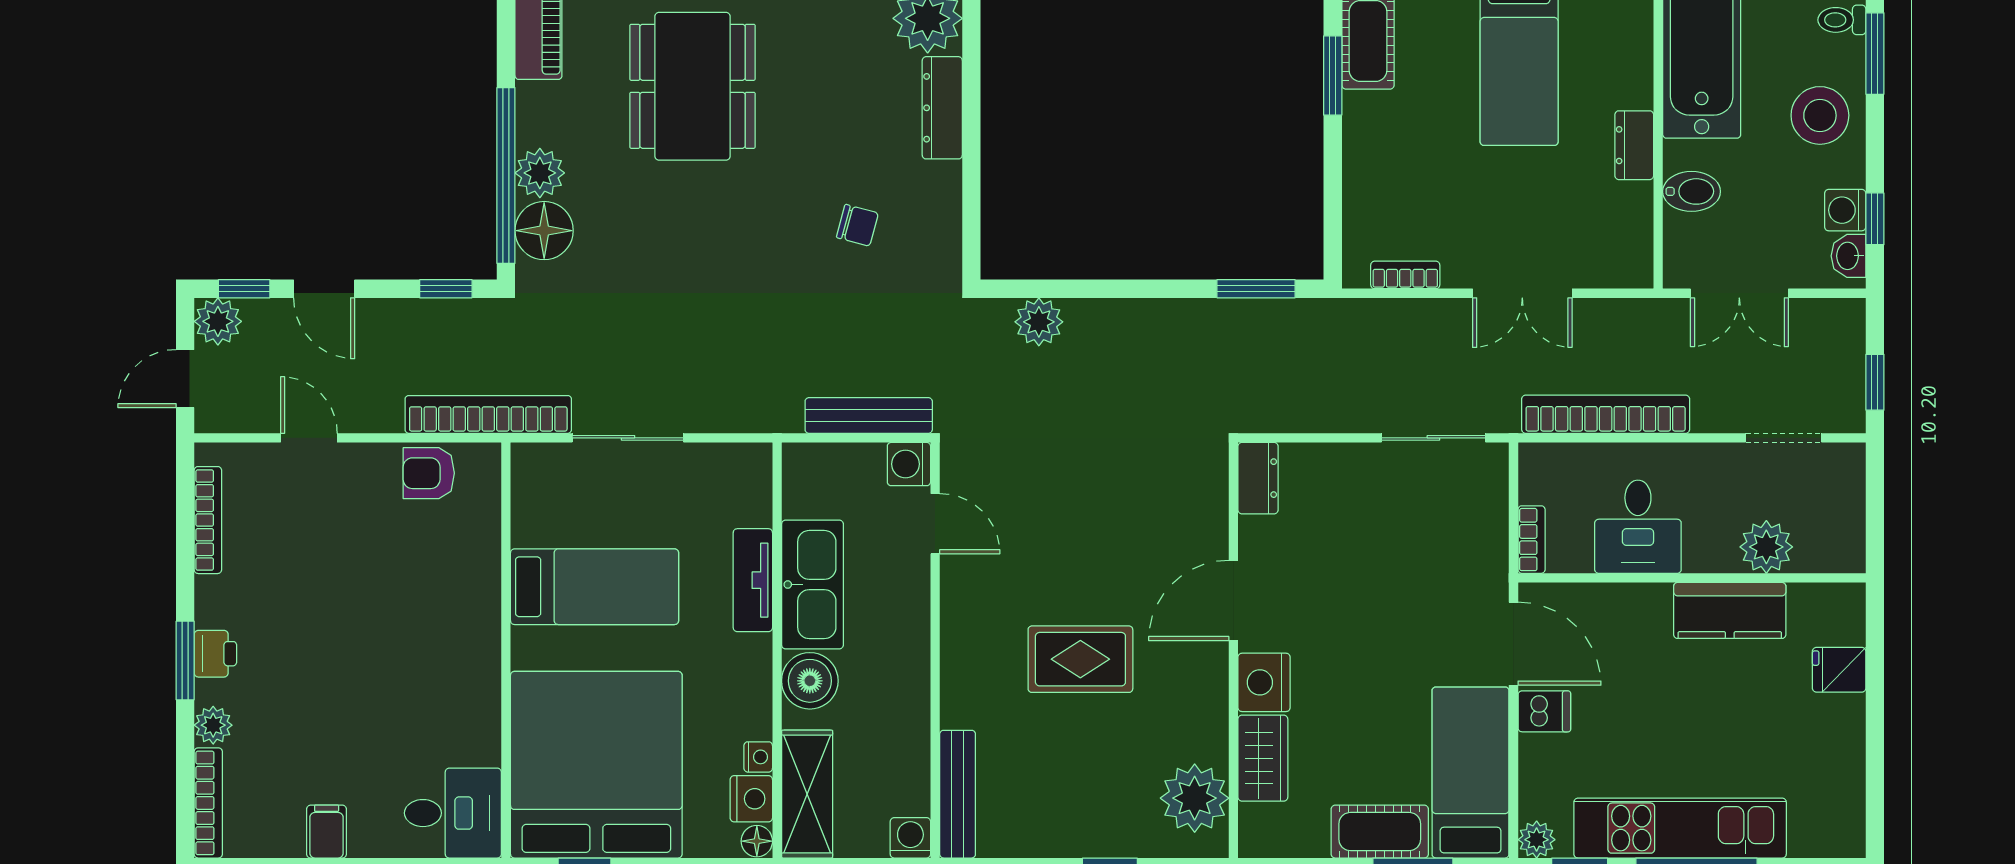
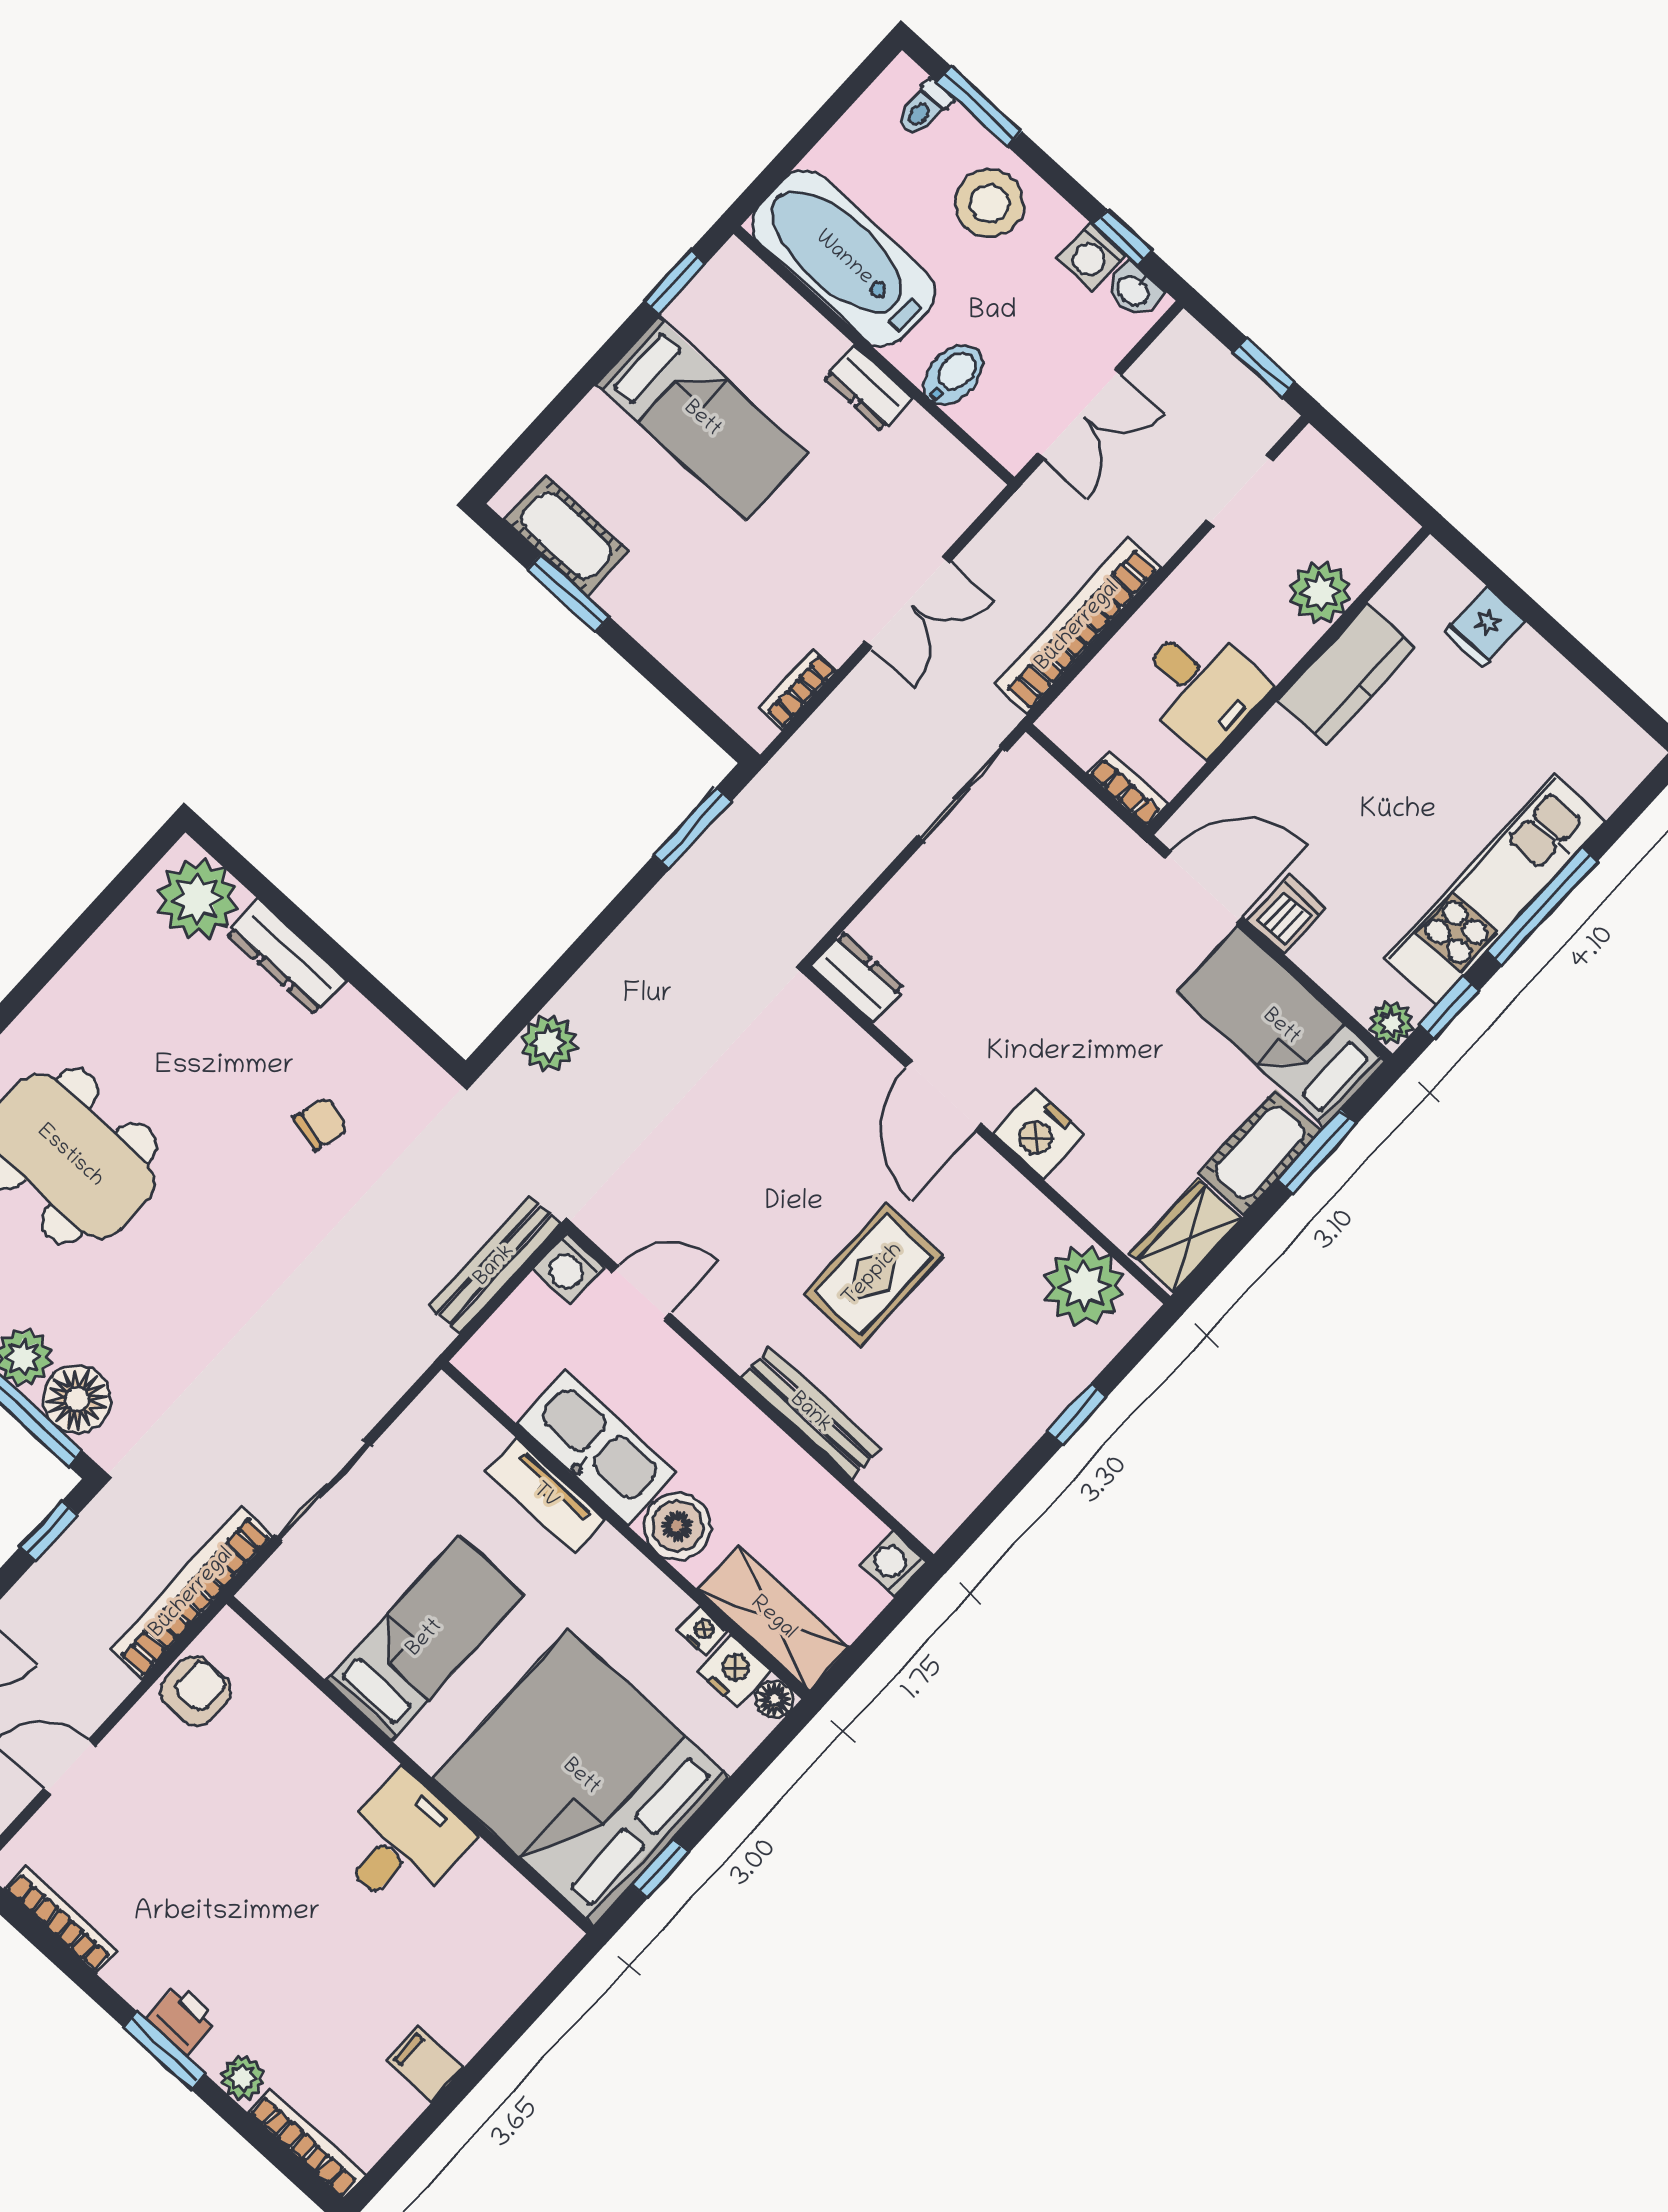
armchair: (429, 473) -> (196, 1691), turned 180
wardrobe: (1263, 758) -> (1186, 1236), moved, turned -90
bench: (958, 794) -> (811, 1413), moved
desk: (453, 813) -> (402, 1842), moved

